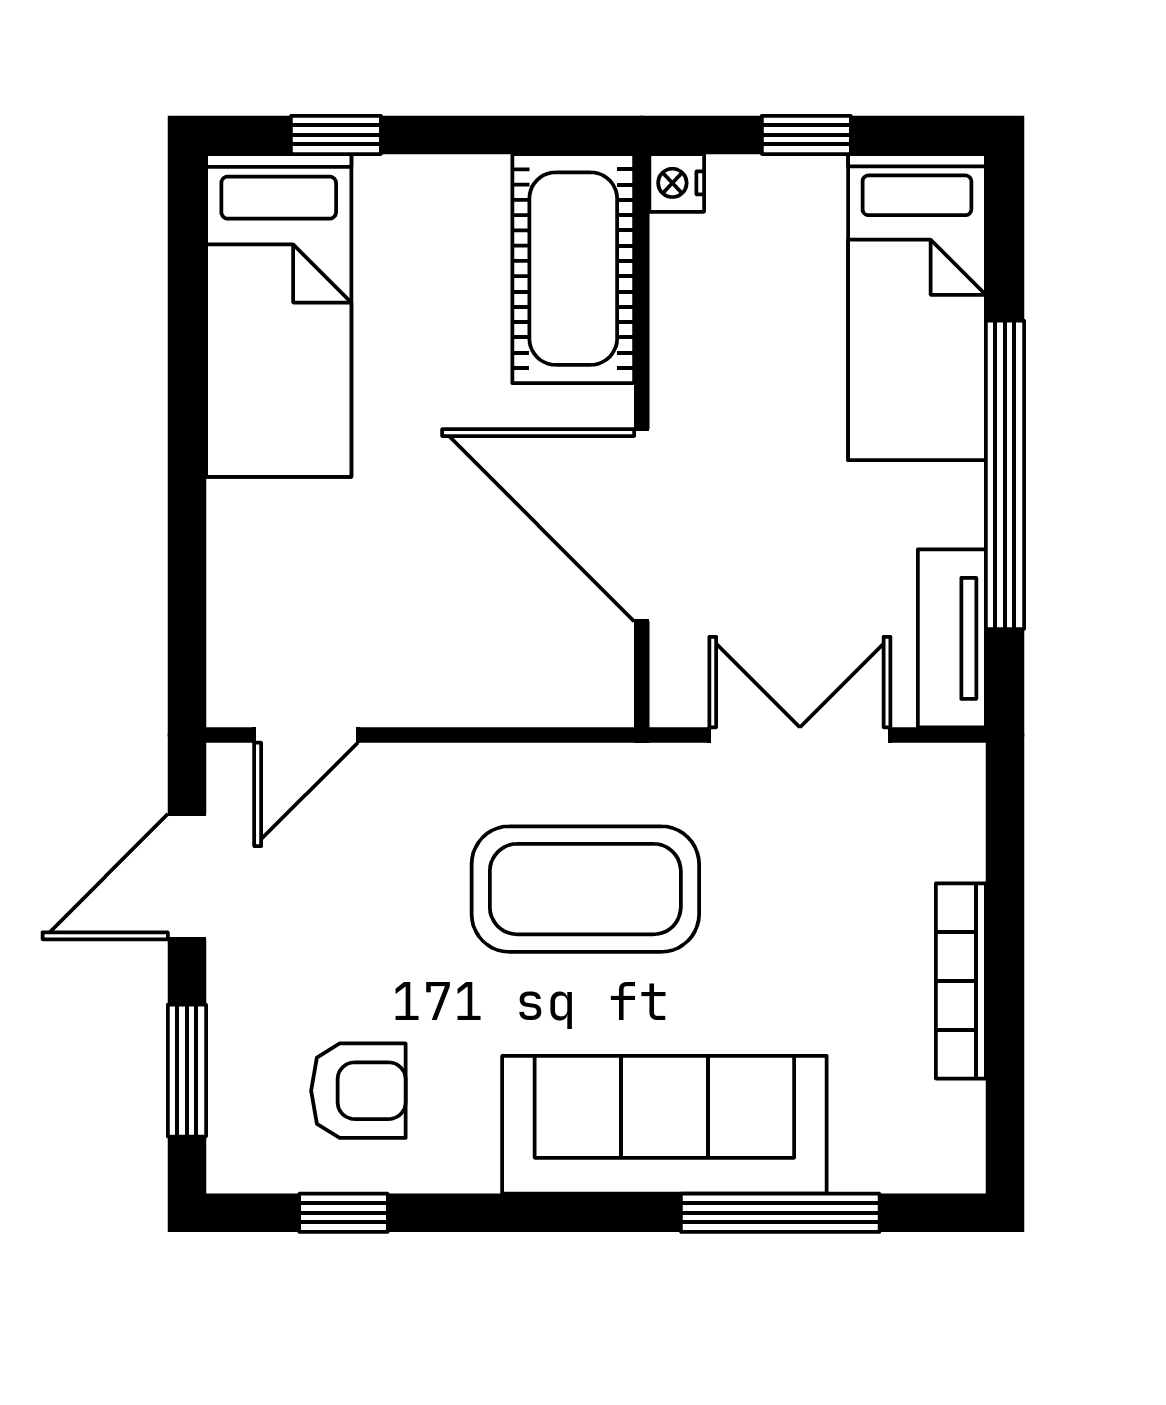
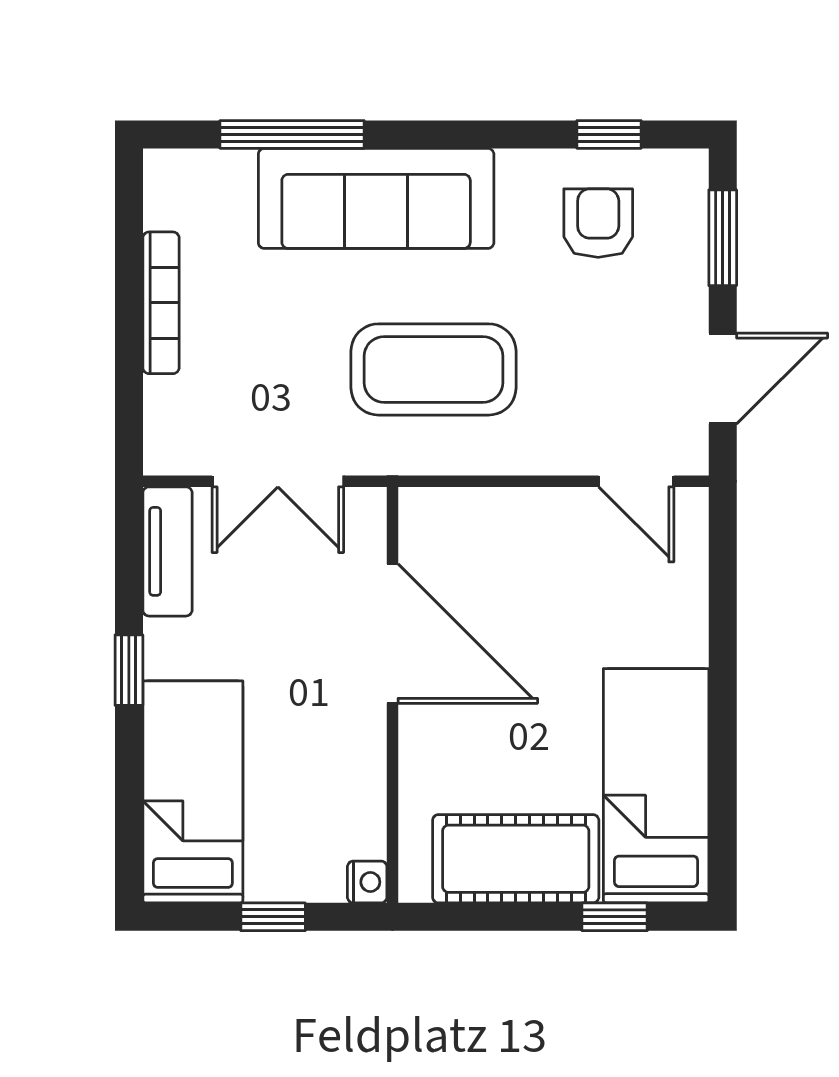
cot: (573, 269) -> (516, 859), moved, turned 90
window: (1005, 475) -> (129, 670), width x0.32
door: (306, 735) -> (636, 481), swing flipped
armchair: (358, 1091) -> (598, 223), turned 90

